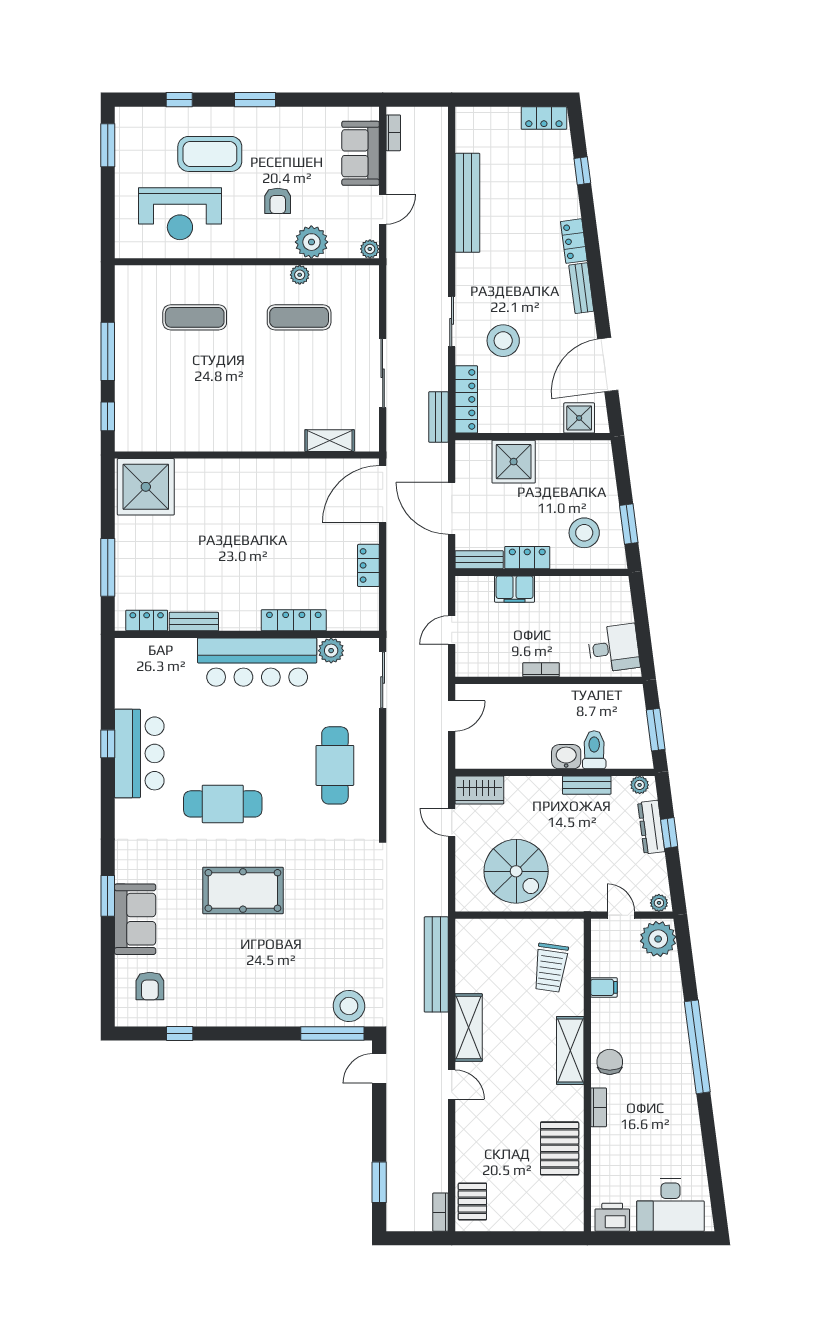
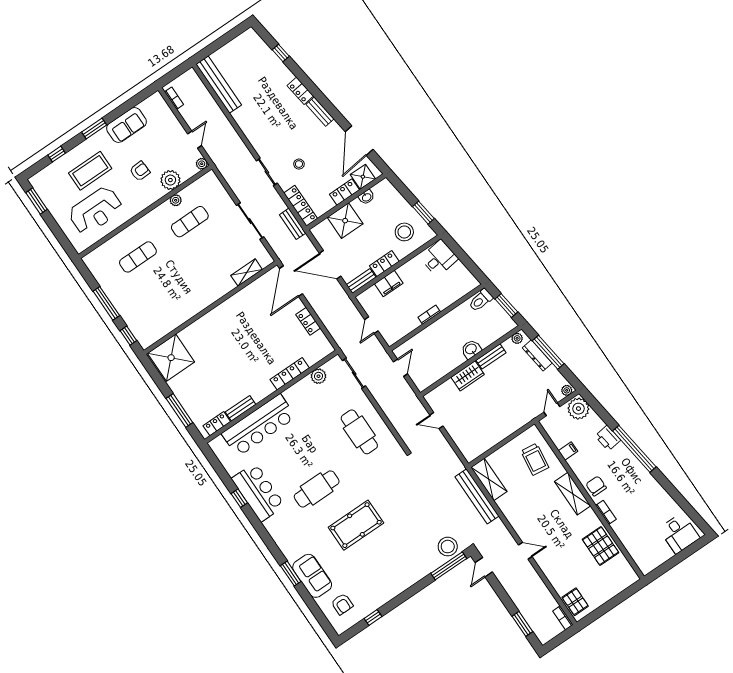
locker: (544, 118) -> (344, 192), moved, turned 180
sofa: (361, 153) -> (126, 125), moved, turned -90
armchair: (278, 201) -> (140, 171), turned -93
bench: (467, 203) -> (219, 85), moved
stool: (503, 341) -> (299, 164), width x0.53, depth x0.53
washbasin: (565, 449) -> (366, 197), added
desk: (614, 648) -> (439, 258), moved
bar counter: (257, 662) -> (259, 425), moved
toilet: (594, 750) -> (481, 300), moved, turned -97
wardrobe: (479, 790) -> (468, 376), moved
window: (669, 833) -> (548, 352), width x2.17
spiral stairs: (516, 871) -> (485, 423), removed
door: (621, 915) -> (552, 409), hinge flipped
shelving: (469, 1028) -> (489, 479), moved
desk: (670, 1205) -> (679, 533), width x0.73
printer: (612, 1217) -> (608, 438), moved, turned -97

